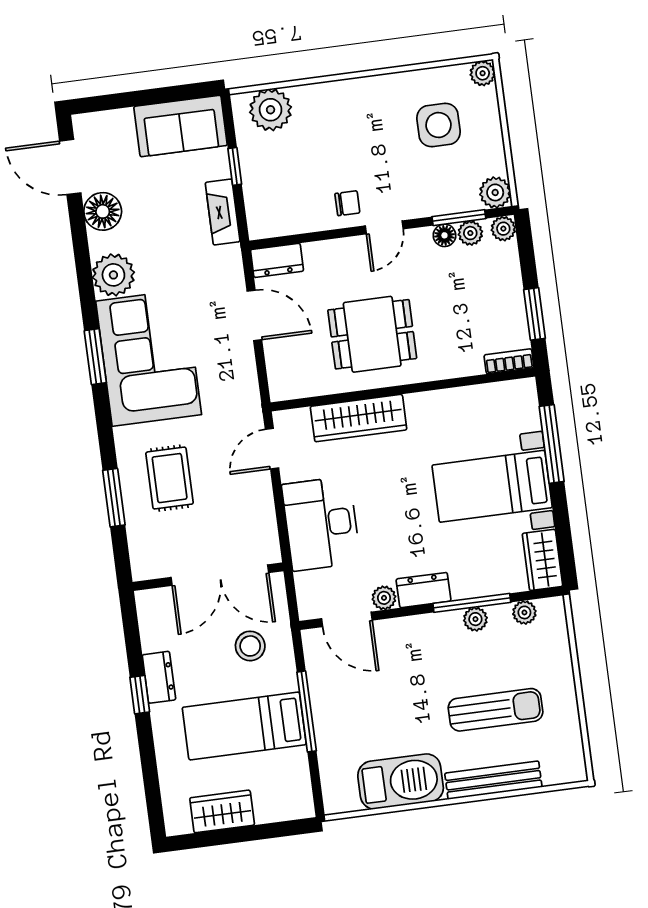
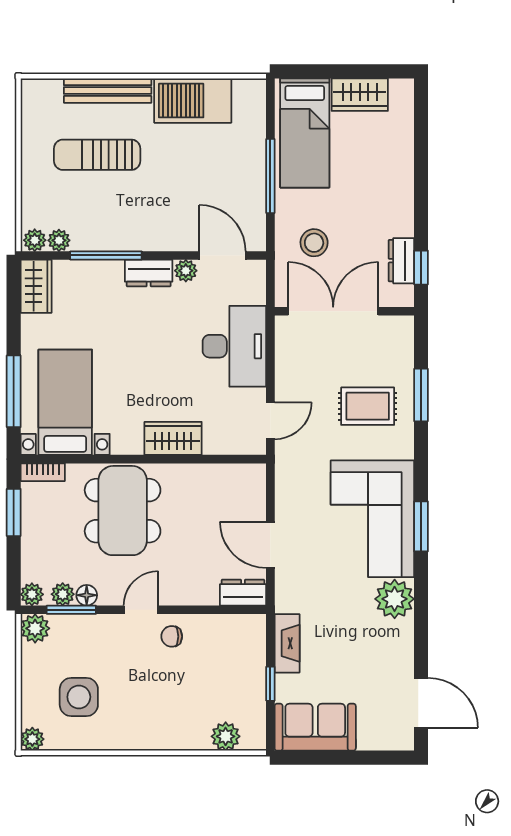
plant: (271, 110) -> (226, 736), width x0.73, depth x0.73
floor lamp: (103, 211) -> (397, 658), removed
dining table: (372, 334) -> (123, 511), moved, width x1.38
wardrobe: (359, 418) -> (173, 438), width x0.67
rug: (170, 478) -> (368, 406), turned 90
bed with nightstands: (492, 486) -> (65, 402), moved, turned -90
plant: (475, 619) -> (35, 240), moved
dresser: (159, 677) -> (401, 261), moved
window: (140, 695) -> (421, 268), moved
bed: (244, 726) -> (305, 133), moved, turned 90

